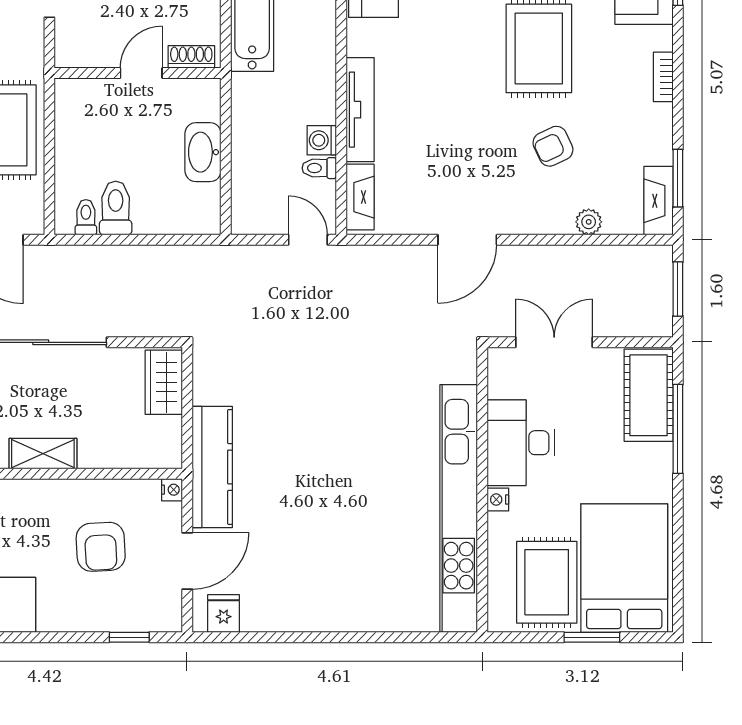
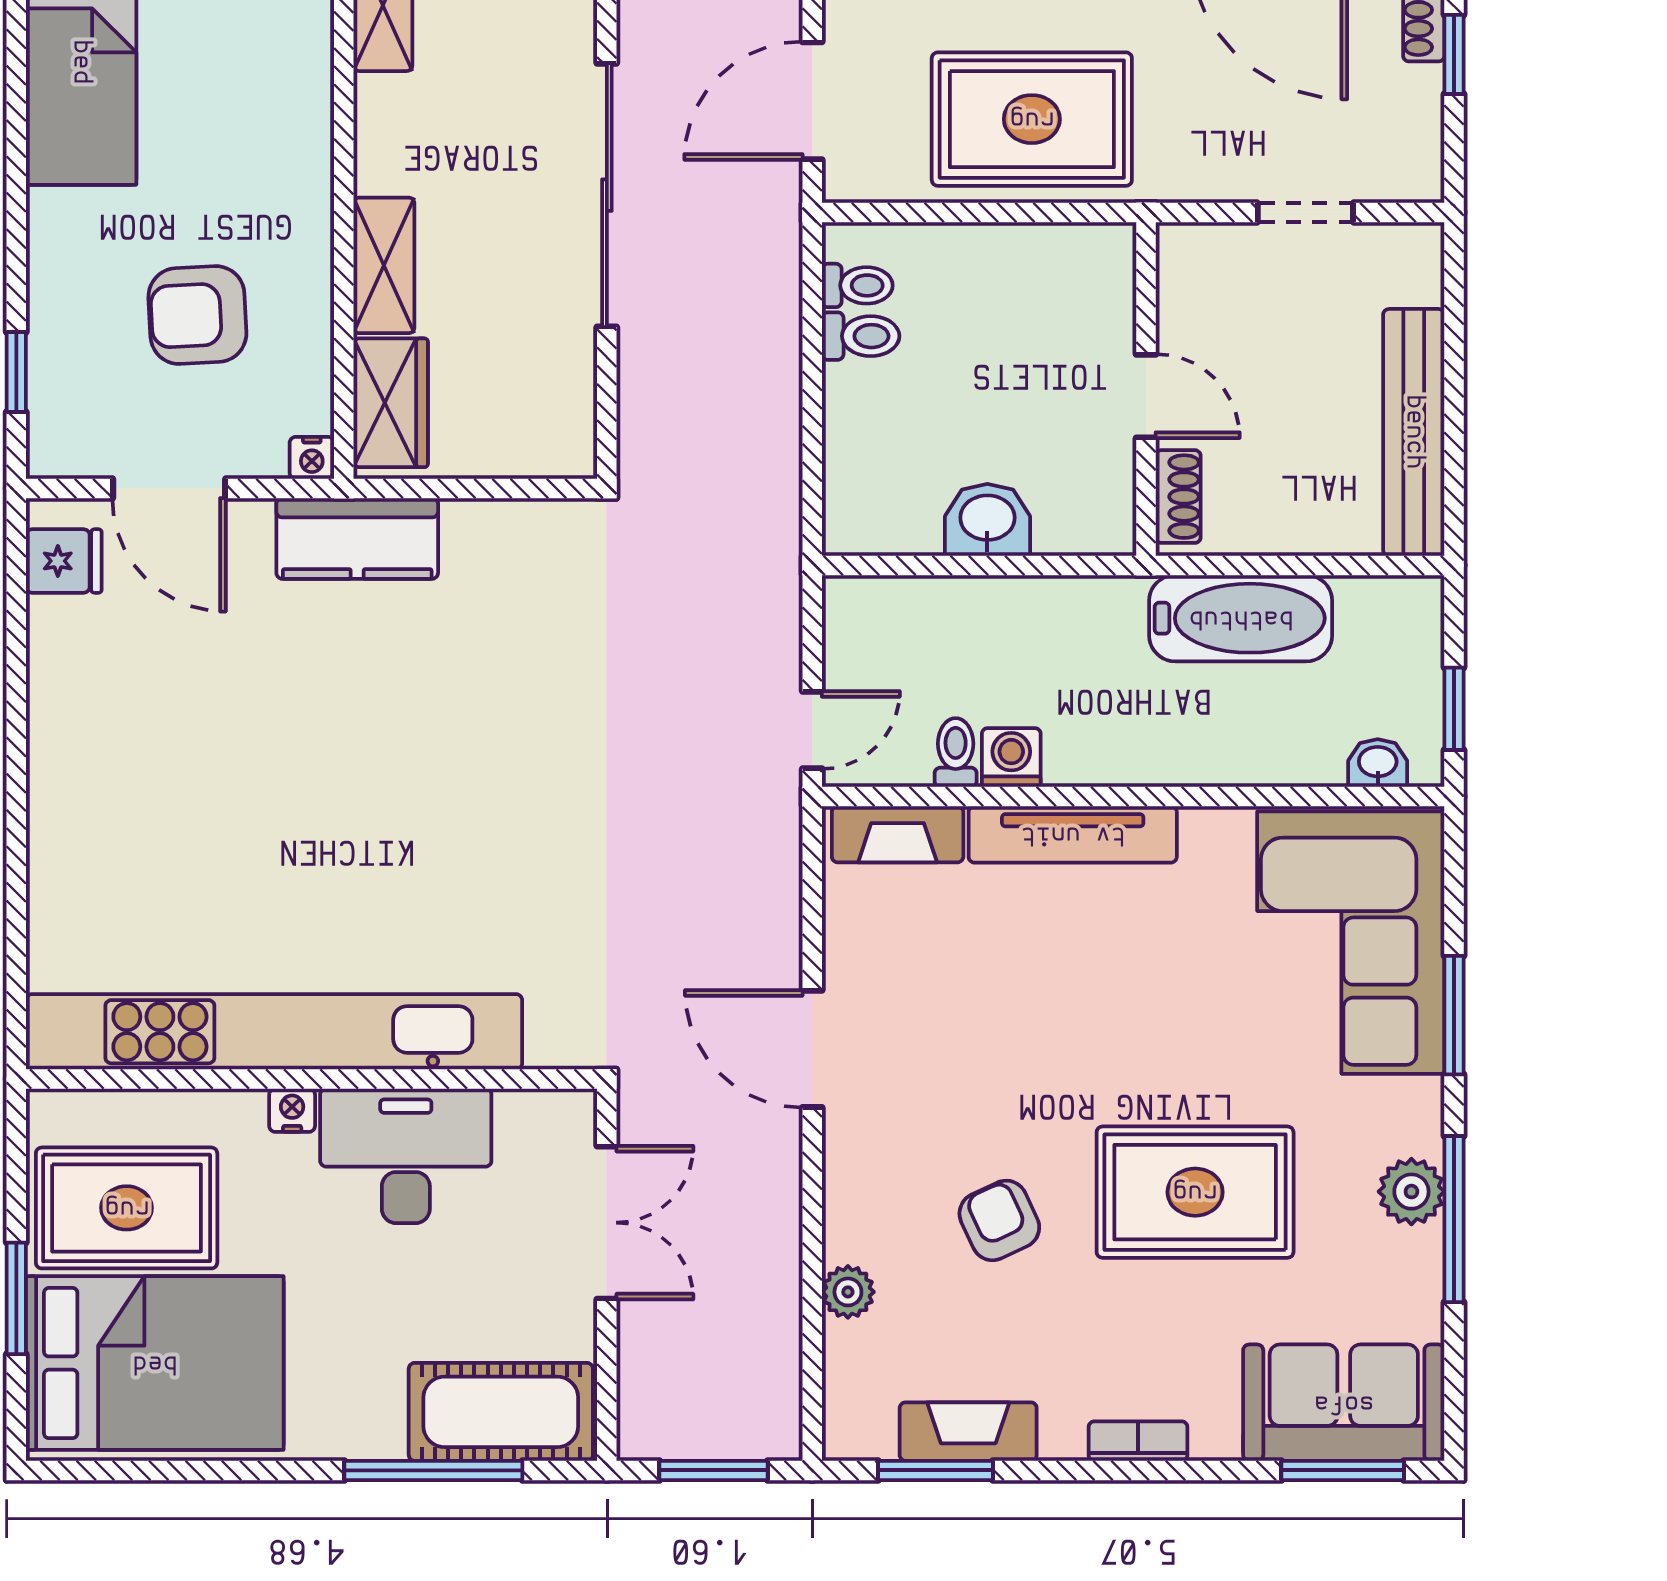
washbasin: (203, 152) -> (987, 520), width x0.72
fireplace: (658, 201) -> (968, 1432), moved
toilet: (116, 208) -> (861, 336), width x0.73, depth x0.72
wardrobe: (164, 382) -> (391, 403), moved, turned 90
shelving: (43, 454) -> (384, 265), moved
kitchen counter: (212, 467) -> (357, 538), width x0.67

